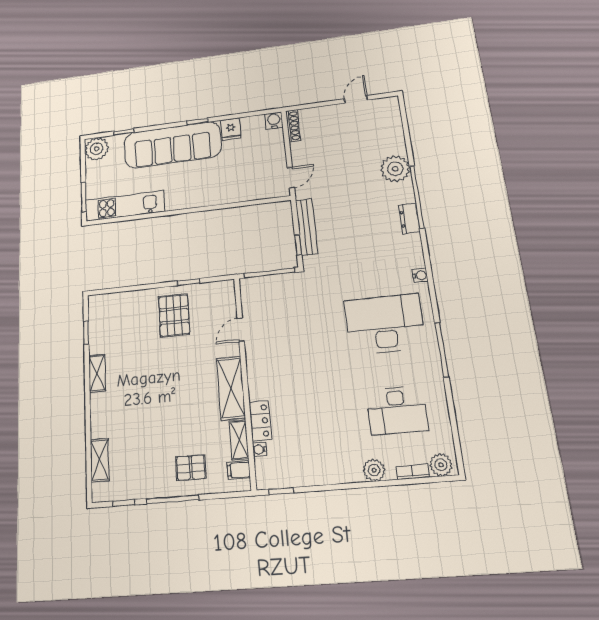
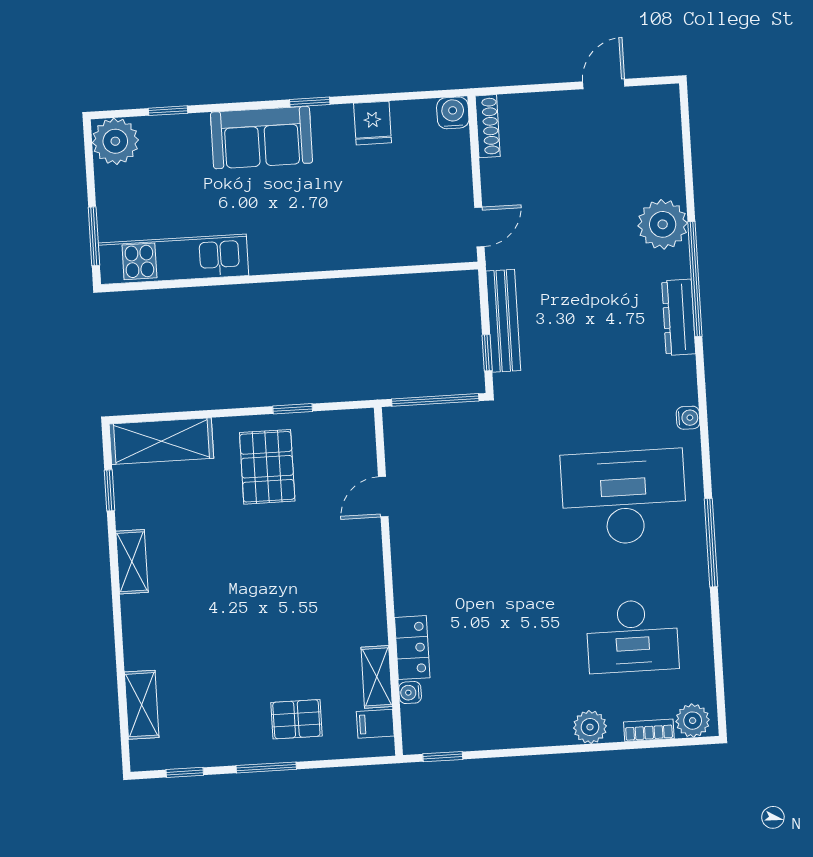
sofa: (172, 145) -> (262, 138), width x0.54, depth x0.79
dresser: (409, 219) -> (679, 317), width x1.44
shelving: (231, 388) -> (161, 441), moved, turned 90
window: (172, 499) -> (266, 767), width x0.69

